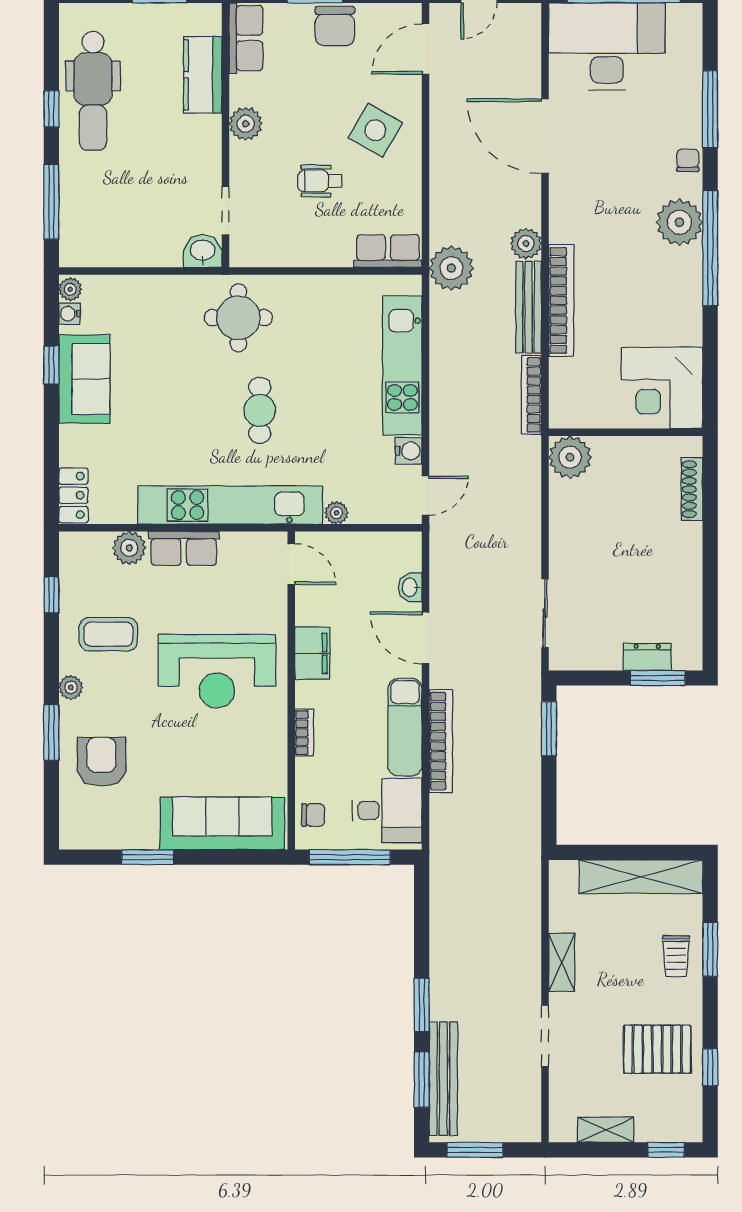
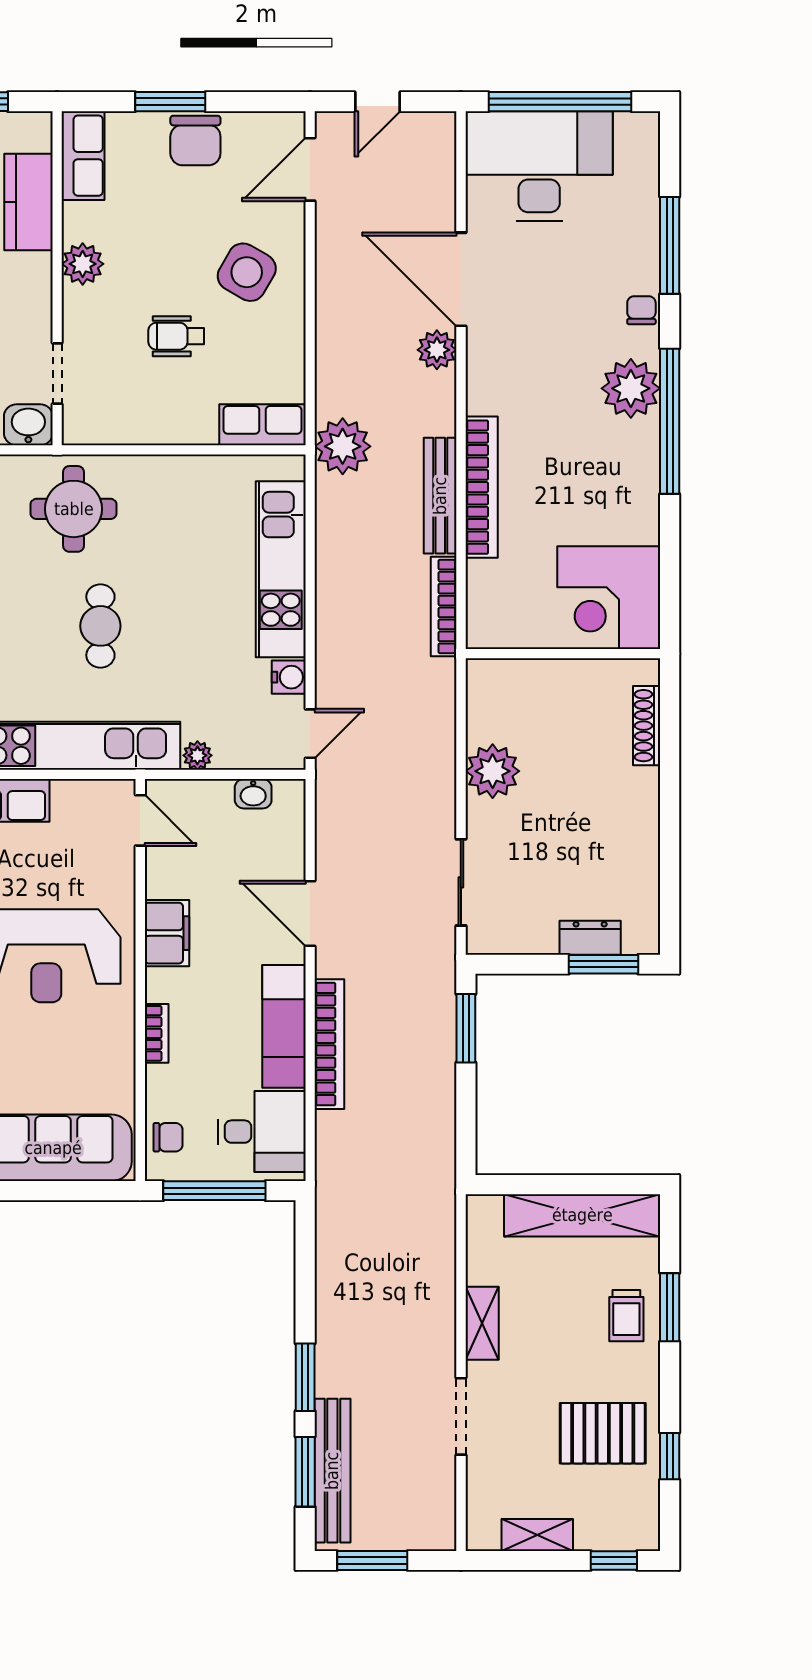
plant: (526, 243) -> (437, 350), moved
plant: (570, 457) -> (493, 771), moved
washbasin: (410, 587) -> (253, 794), moved, turned -90

